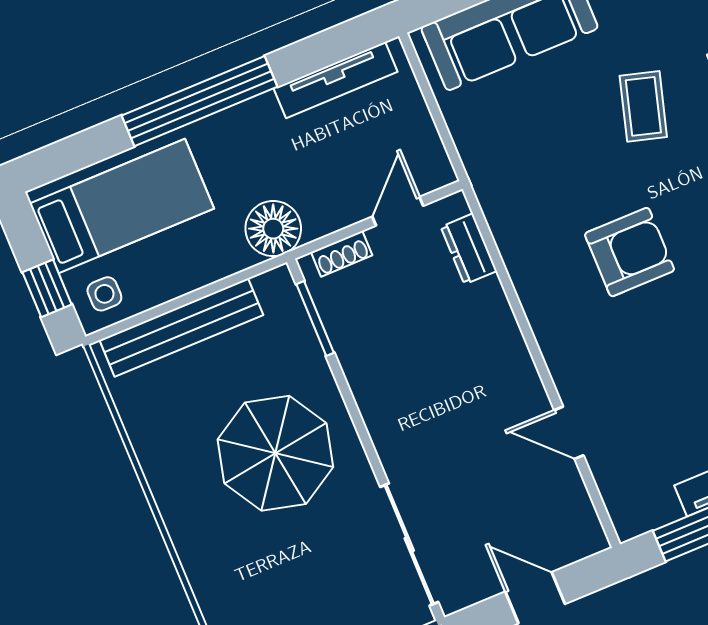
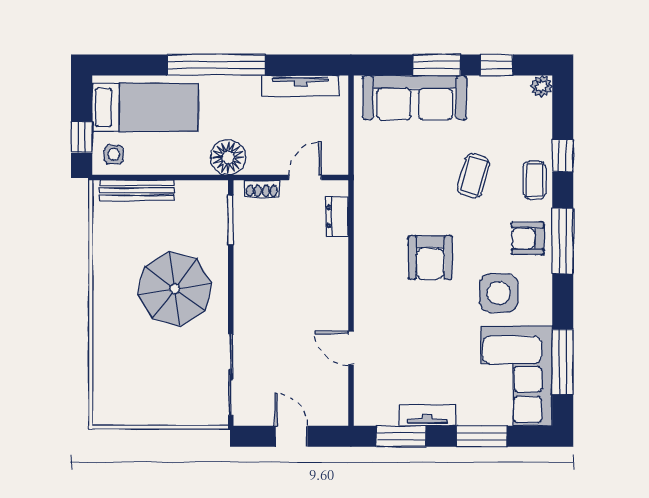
armchair: (629, 252) -> (430, 257), turned 90
bench: (181, 328) -> (137, 190), width x0.73, depth x0.82

